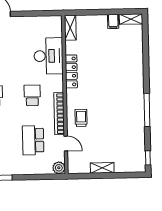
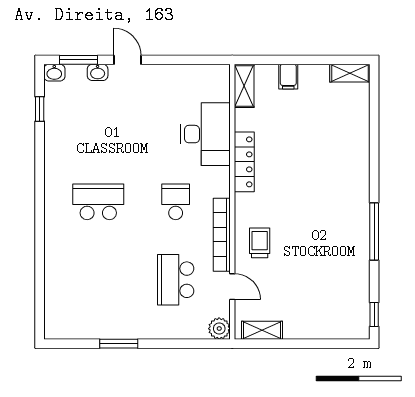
filing cabinet: (113, 21) -> (288, 77), moved
shelving: (102, 168) -> (262, 330), moved

